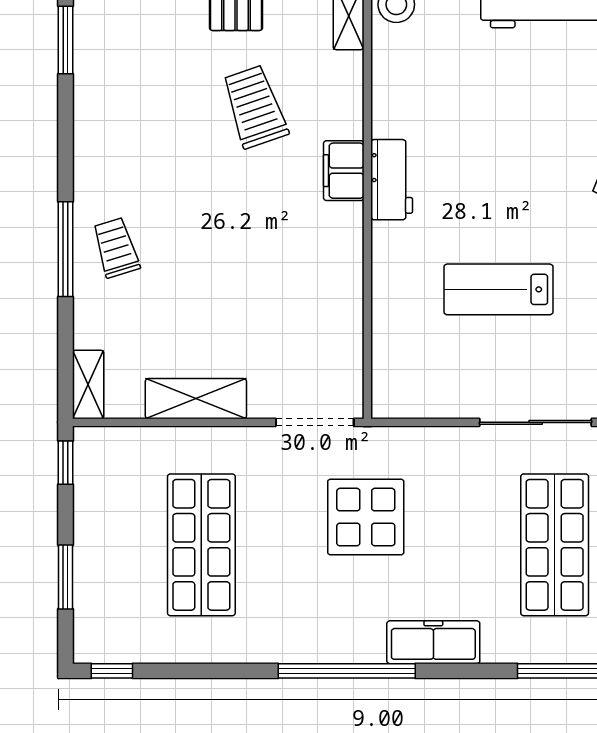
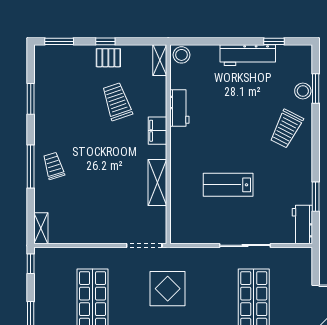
window: (66, 40) -> (31, 99), moved
workbench: (392, 180) -> (179, 108), moved
shelving: (196, 399) -> (157, 182), moved, turned 90

